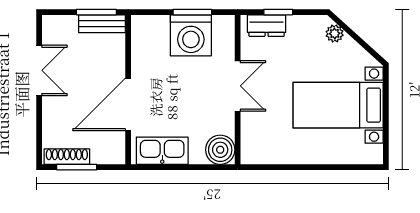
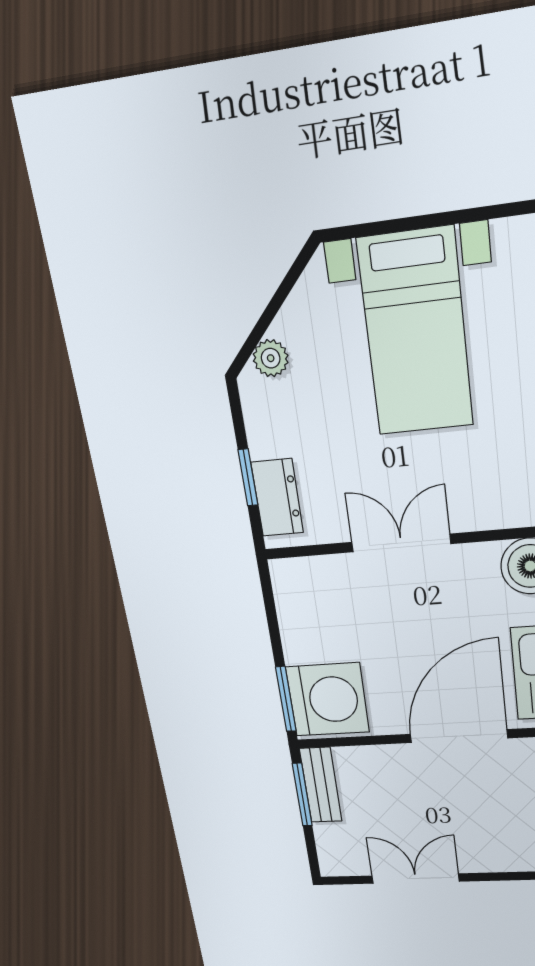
window: (192, 12) -> (286, 699), moved
washing machine: (191, 35) -> (328, 700), moved
door: (128, 104) -> (459, 736), swing flipped

